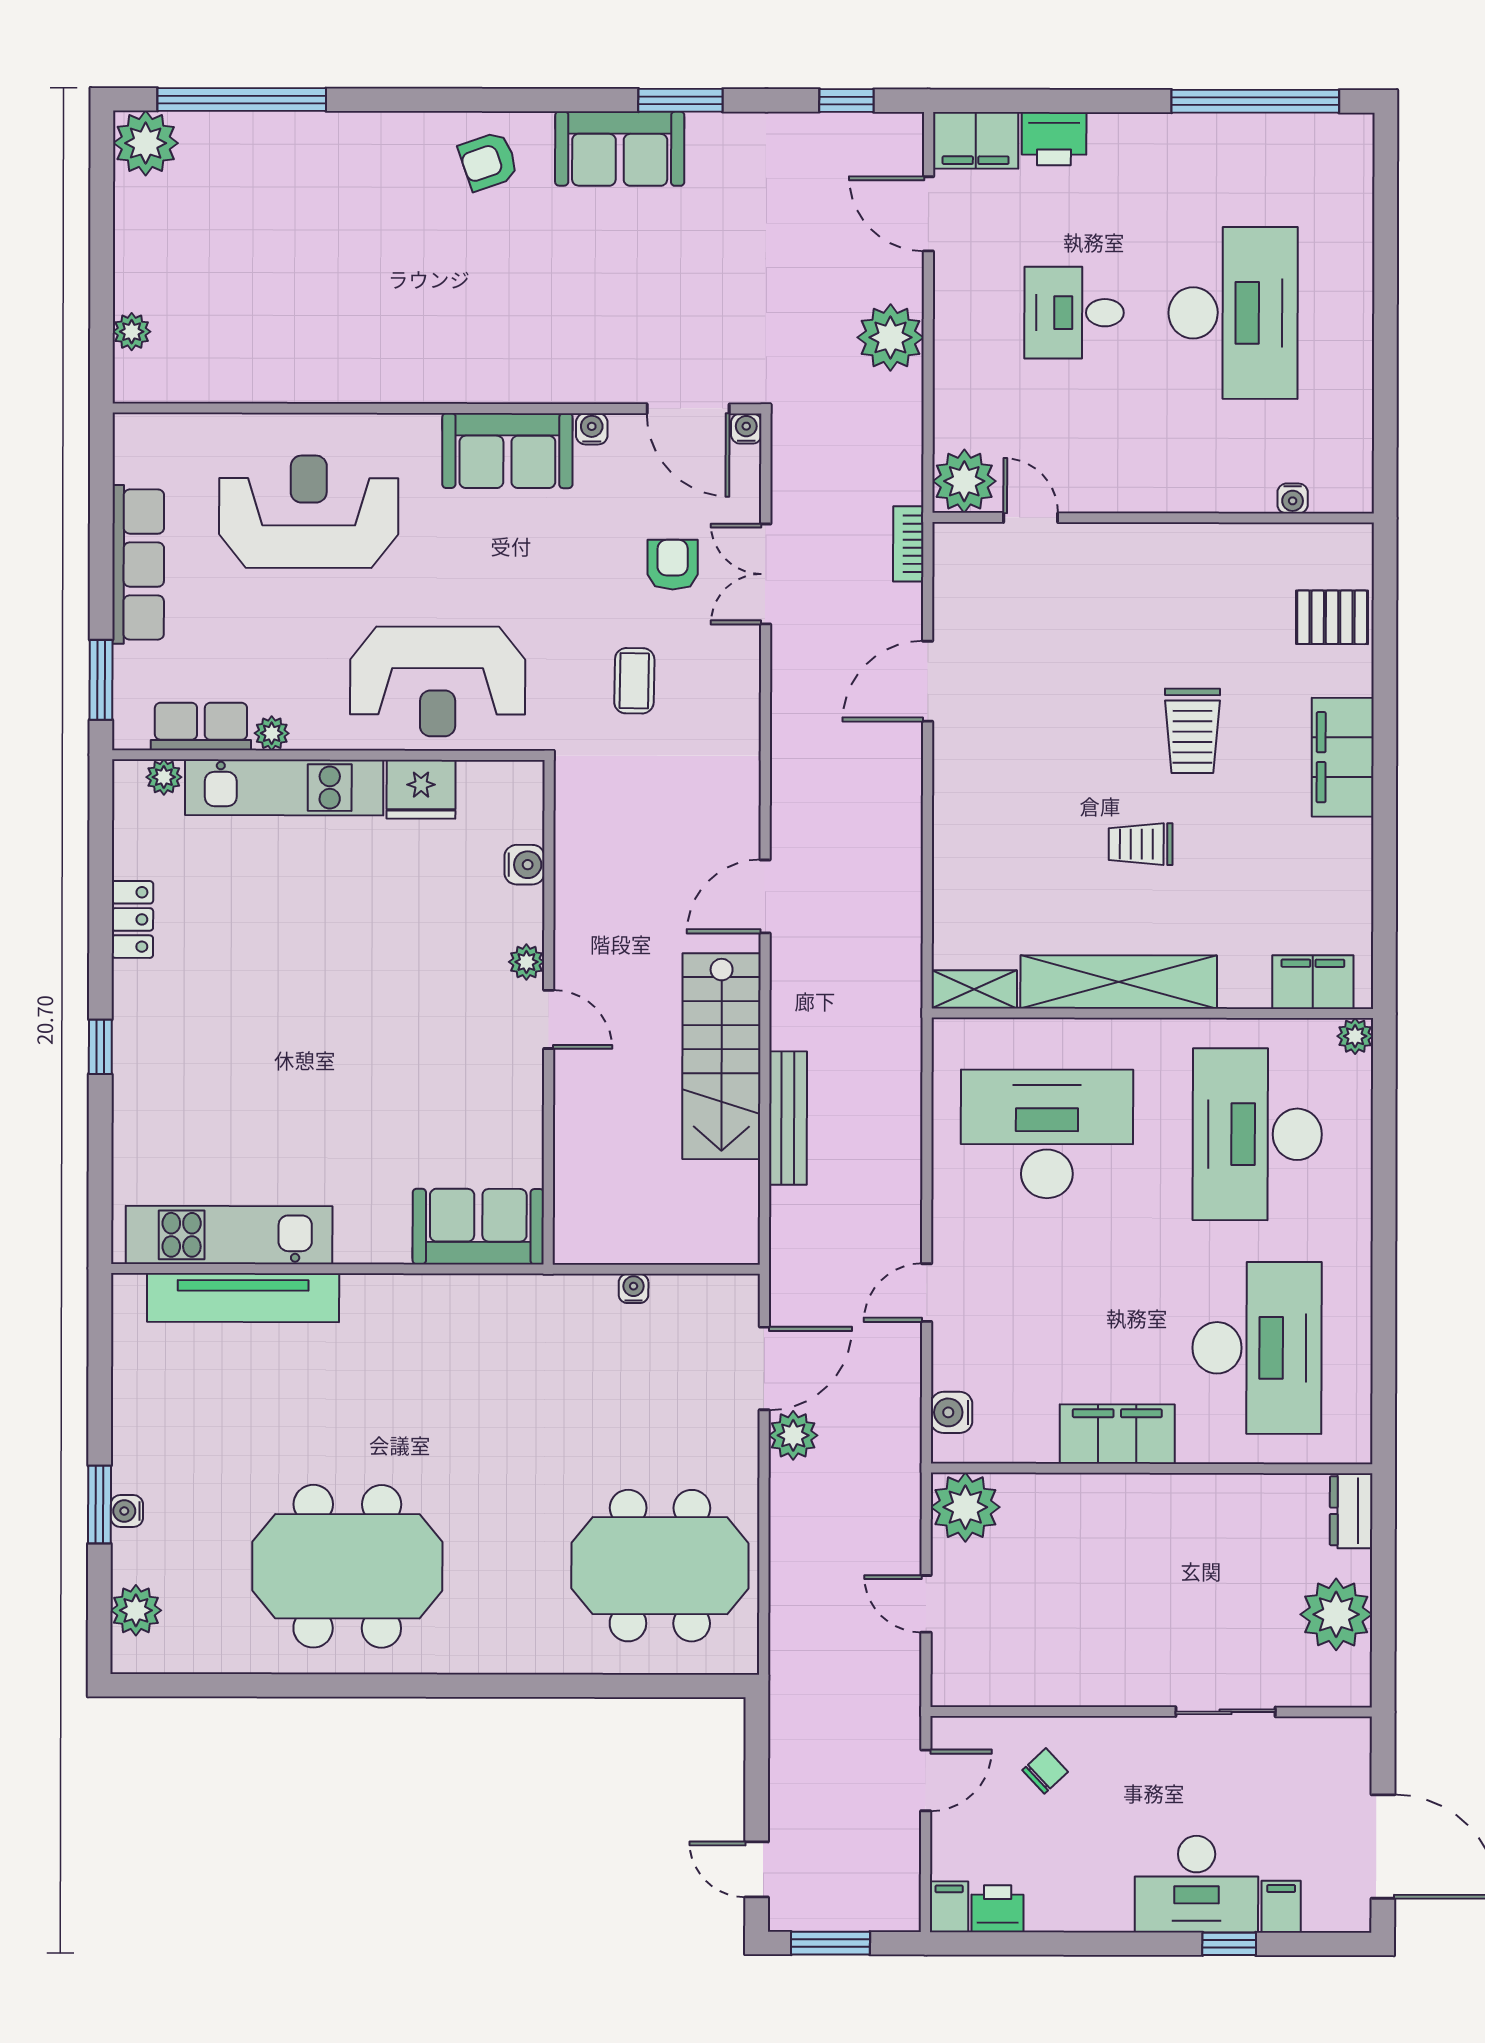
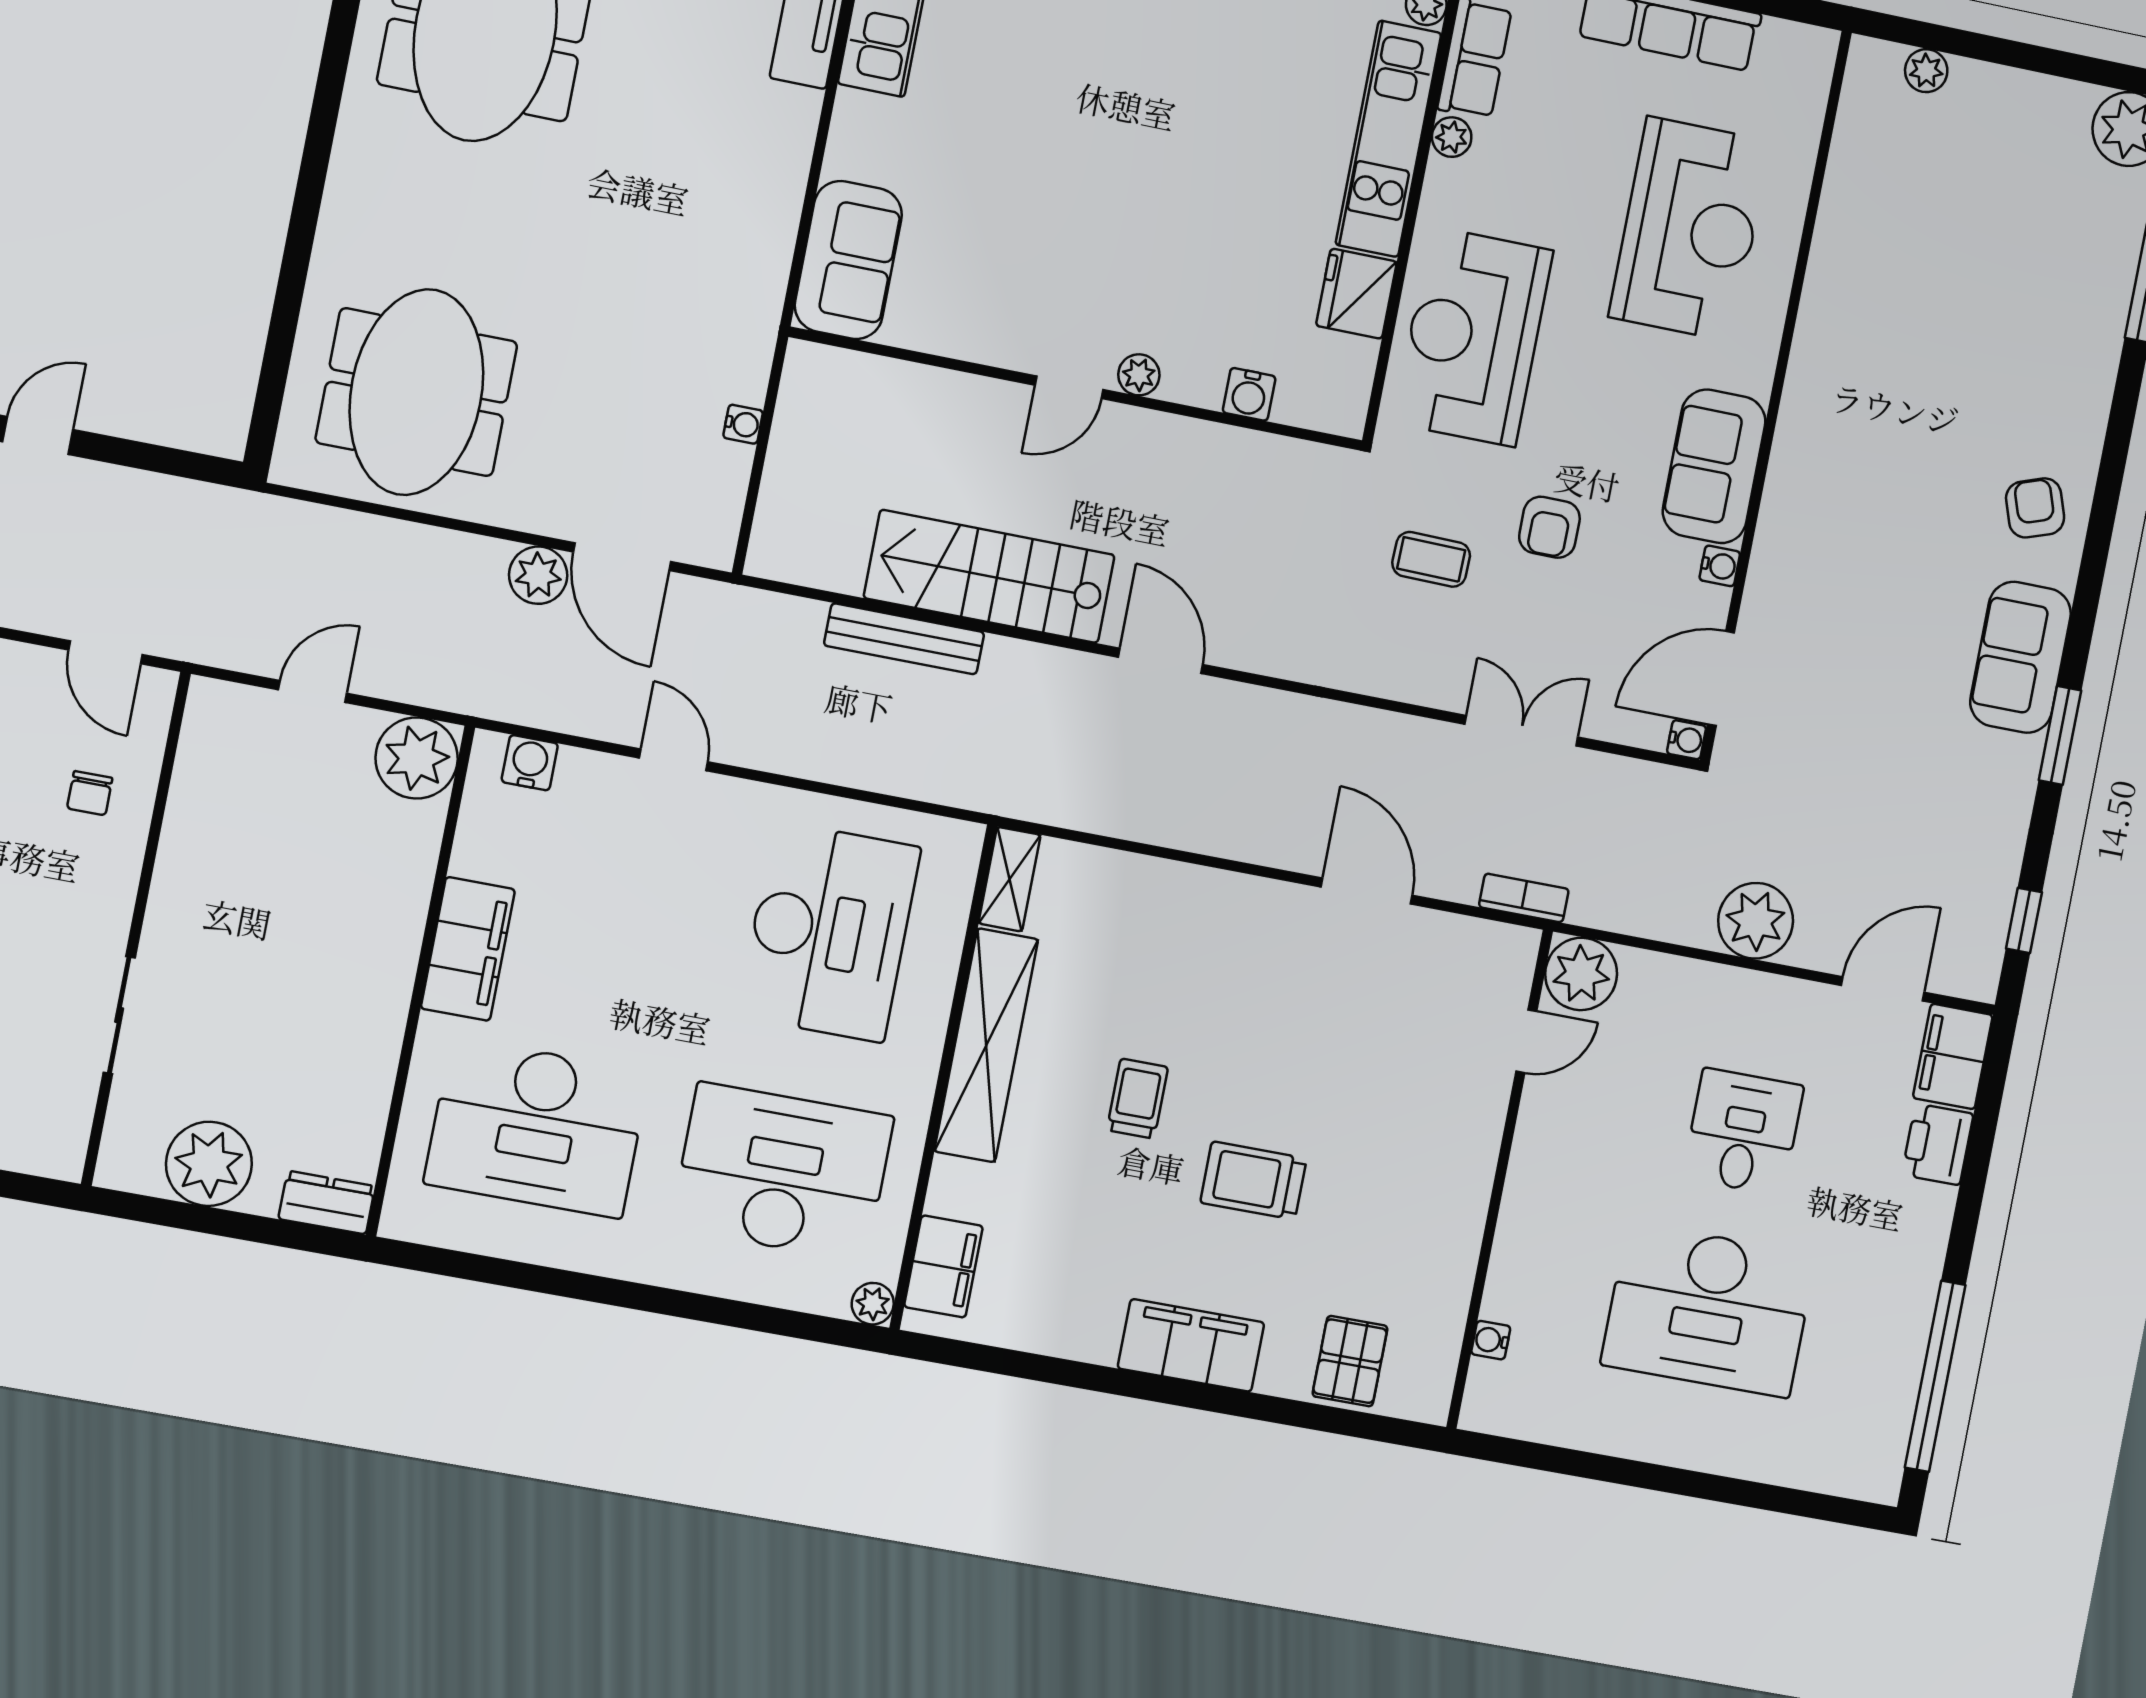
armchair: (673, 565) -> (1549, 527), moved, turned 90
chair: (1045, 1771) -> (90, 793), turned 43

